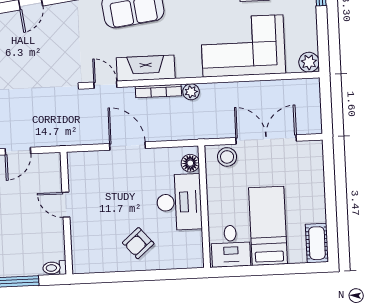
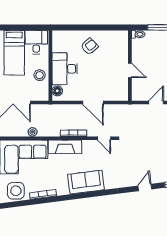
fireplace: (146, 68) -> (65, 147), moved
plant: (191, 92) -> (32, 132), moved
stool: (227, 157) -> (40, 75), moved

